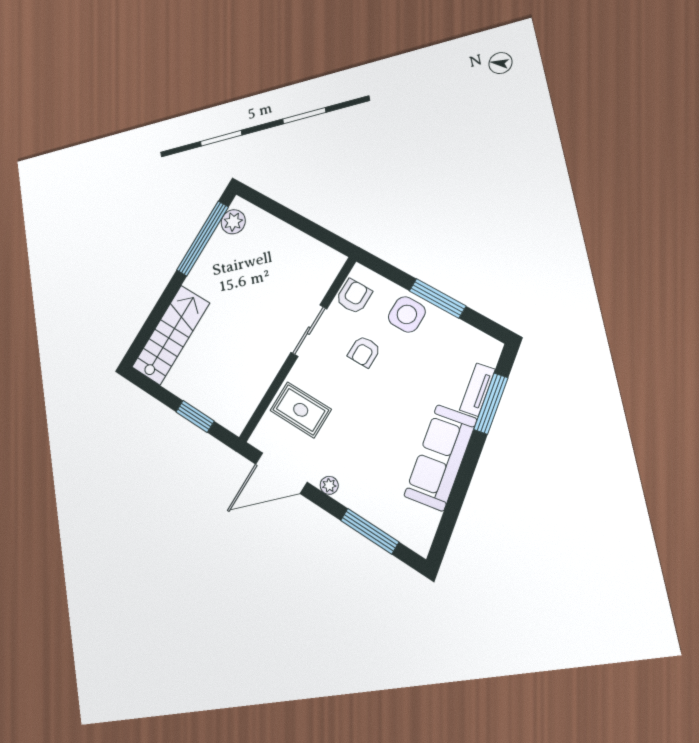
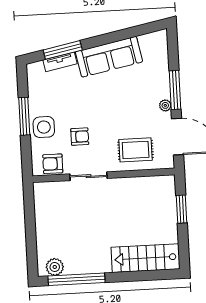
rug: (301, 410) -> (136, 150), turned 90
window: (370, 531) -> (175, 90), moved

